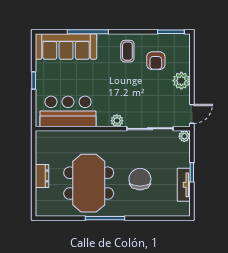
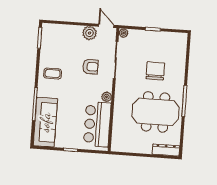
armchair: (156, 61) -> (90, 67), moved
plant: (181, 81) -> (90, 33), moved
plant: (117, 121) -> (107, 97), moved
dresser: (42, 176) -> (166, 150), moved, width x1.44
chair: (140, 179) -> (155, 71), turned 90
tv unit: (184, 185) -> (162, 36), removed

